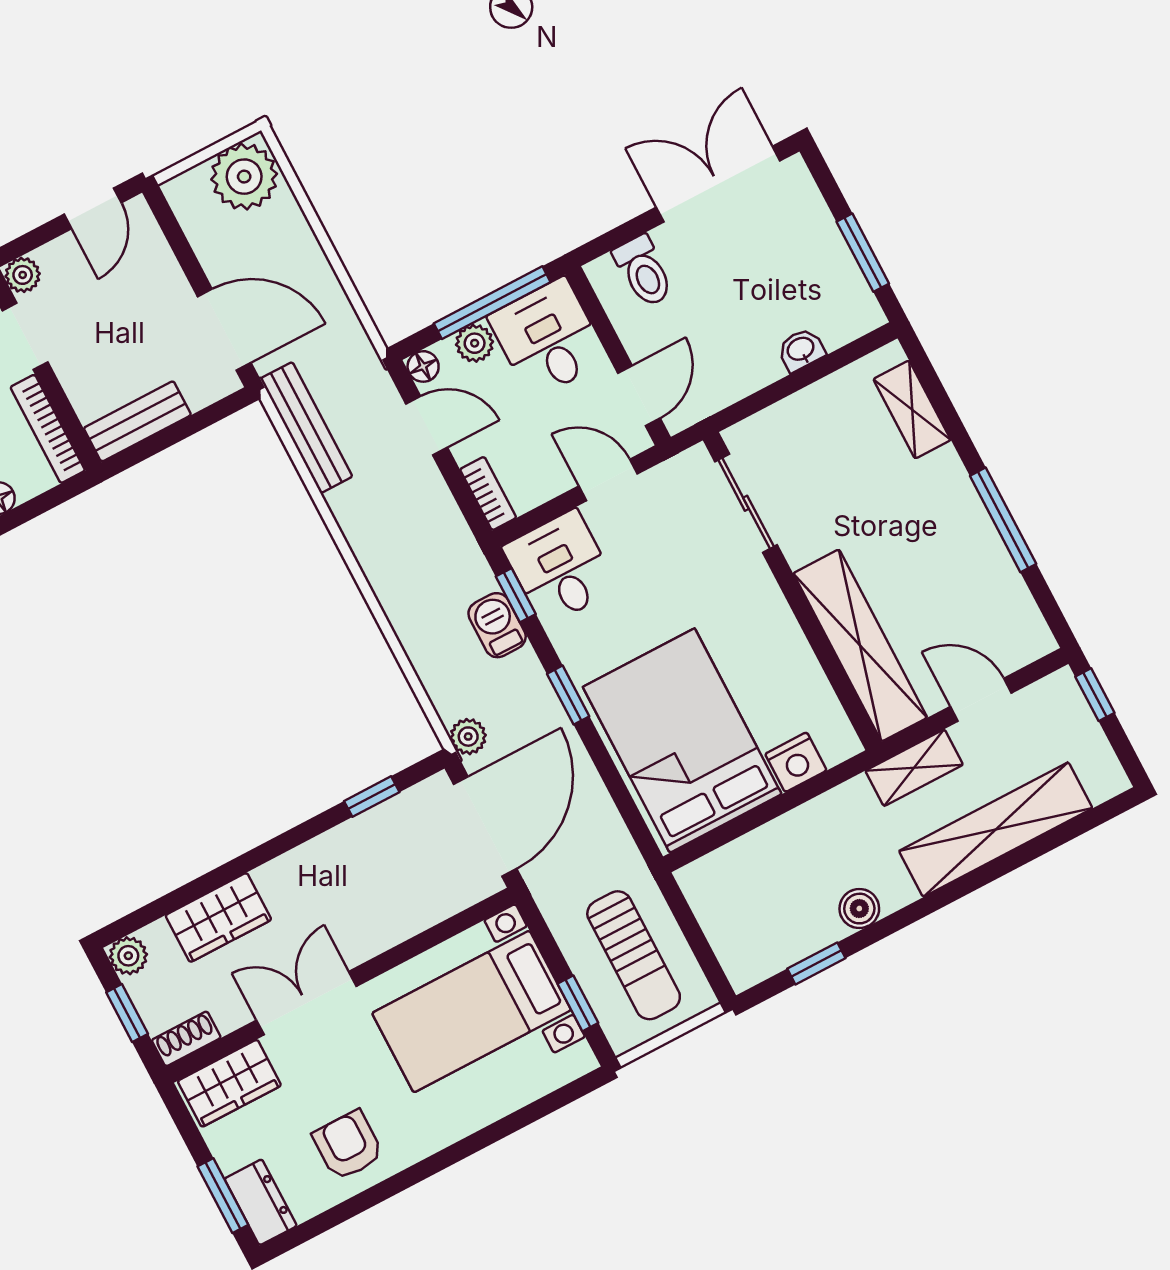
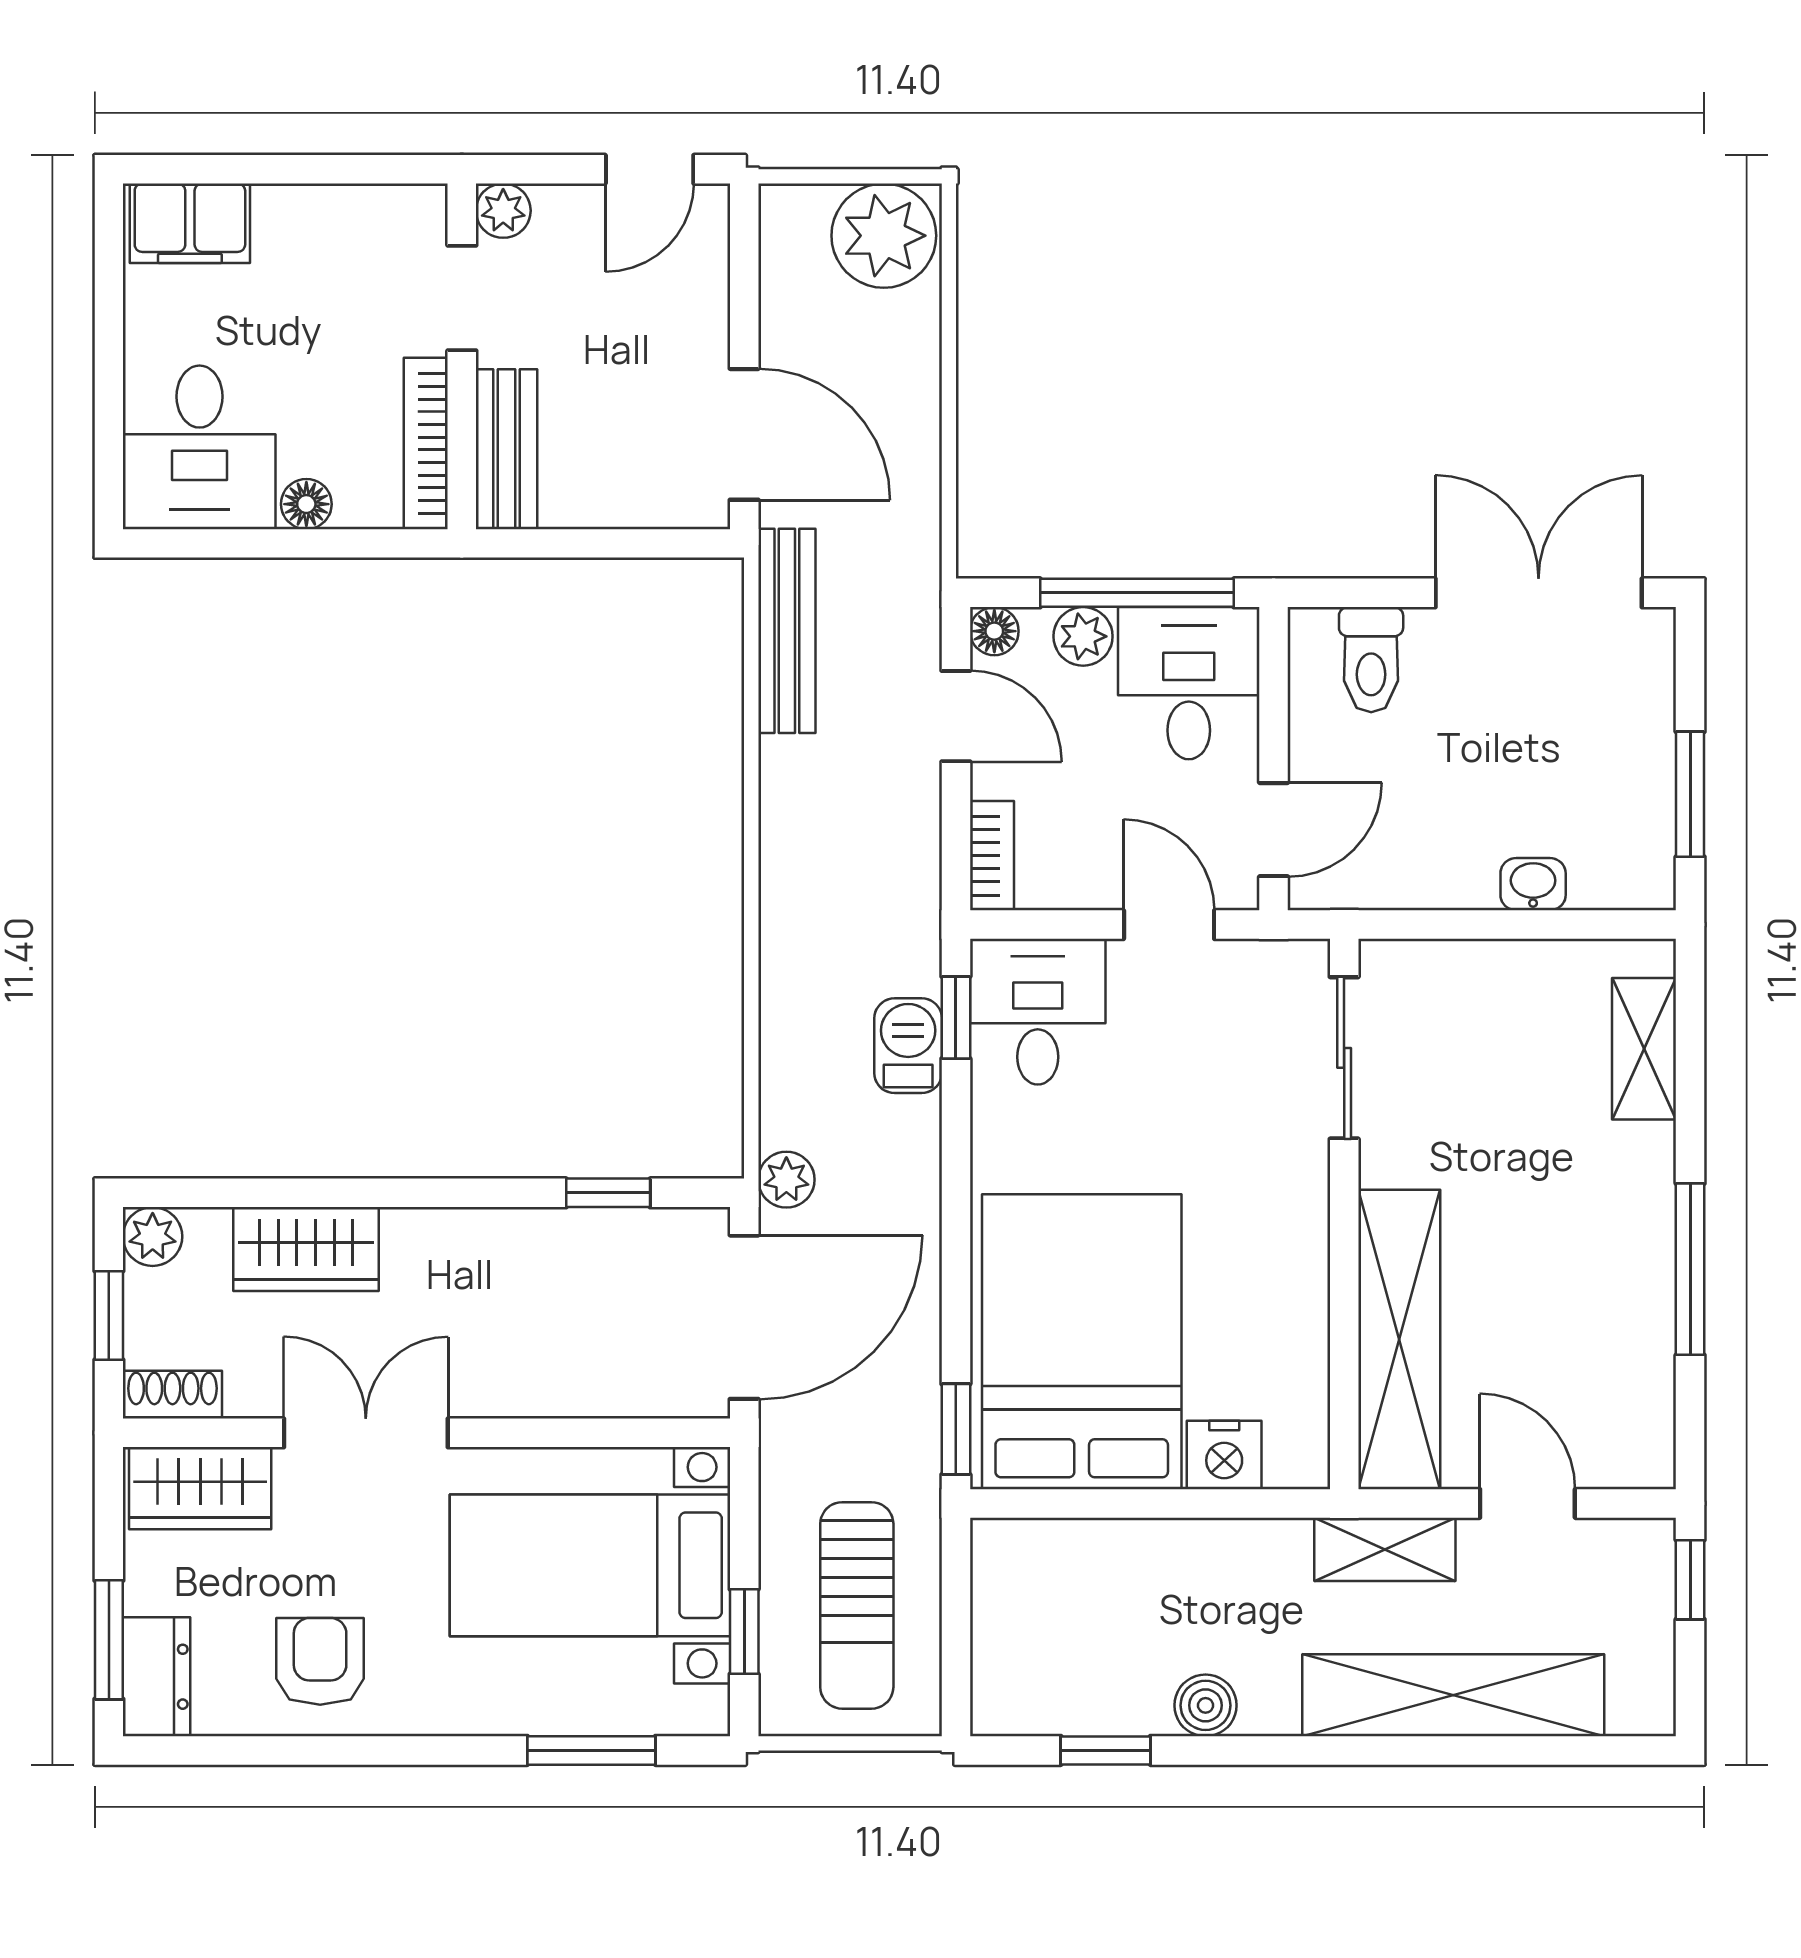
bench: (137, 421) -> (506, 449), moved, turned 90
window: (568, 695) -> (956, 1429), moved
window: (527, 1115) -> (591, 1750), added

